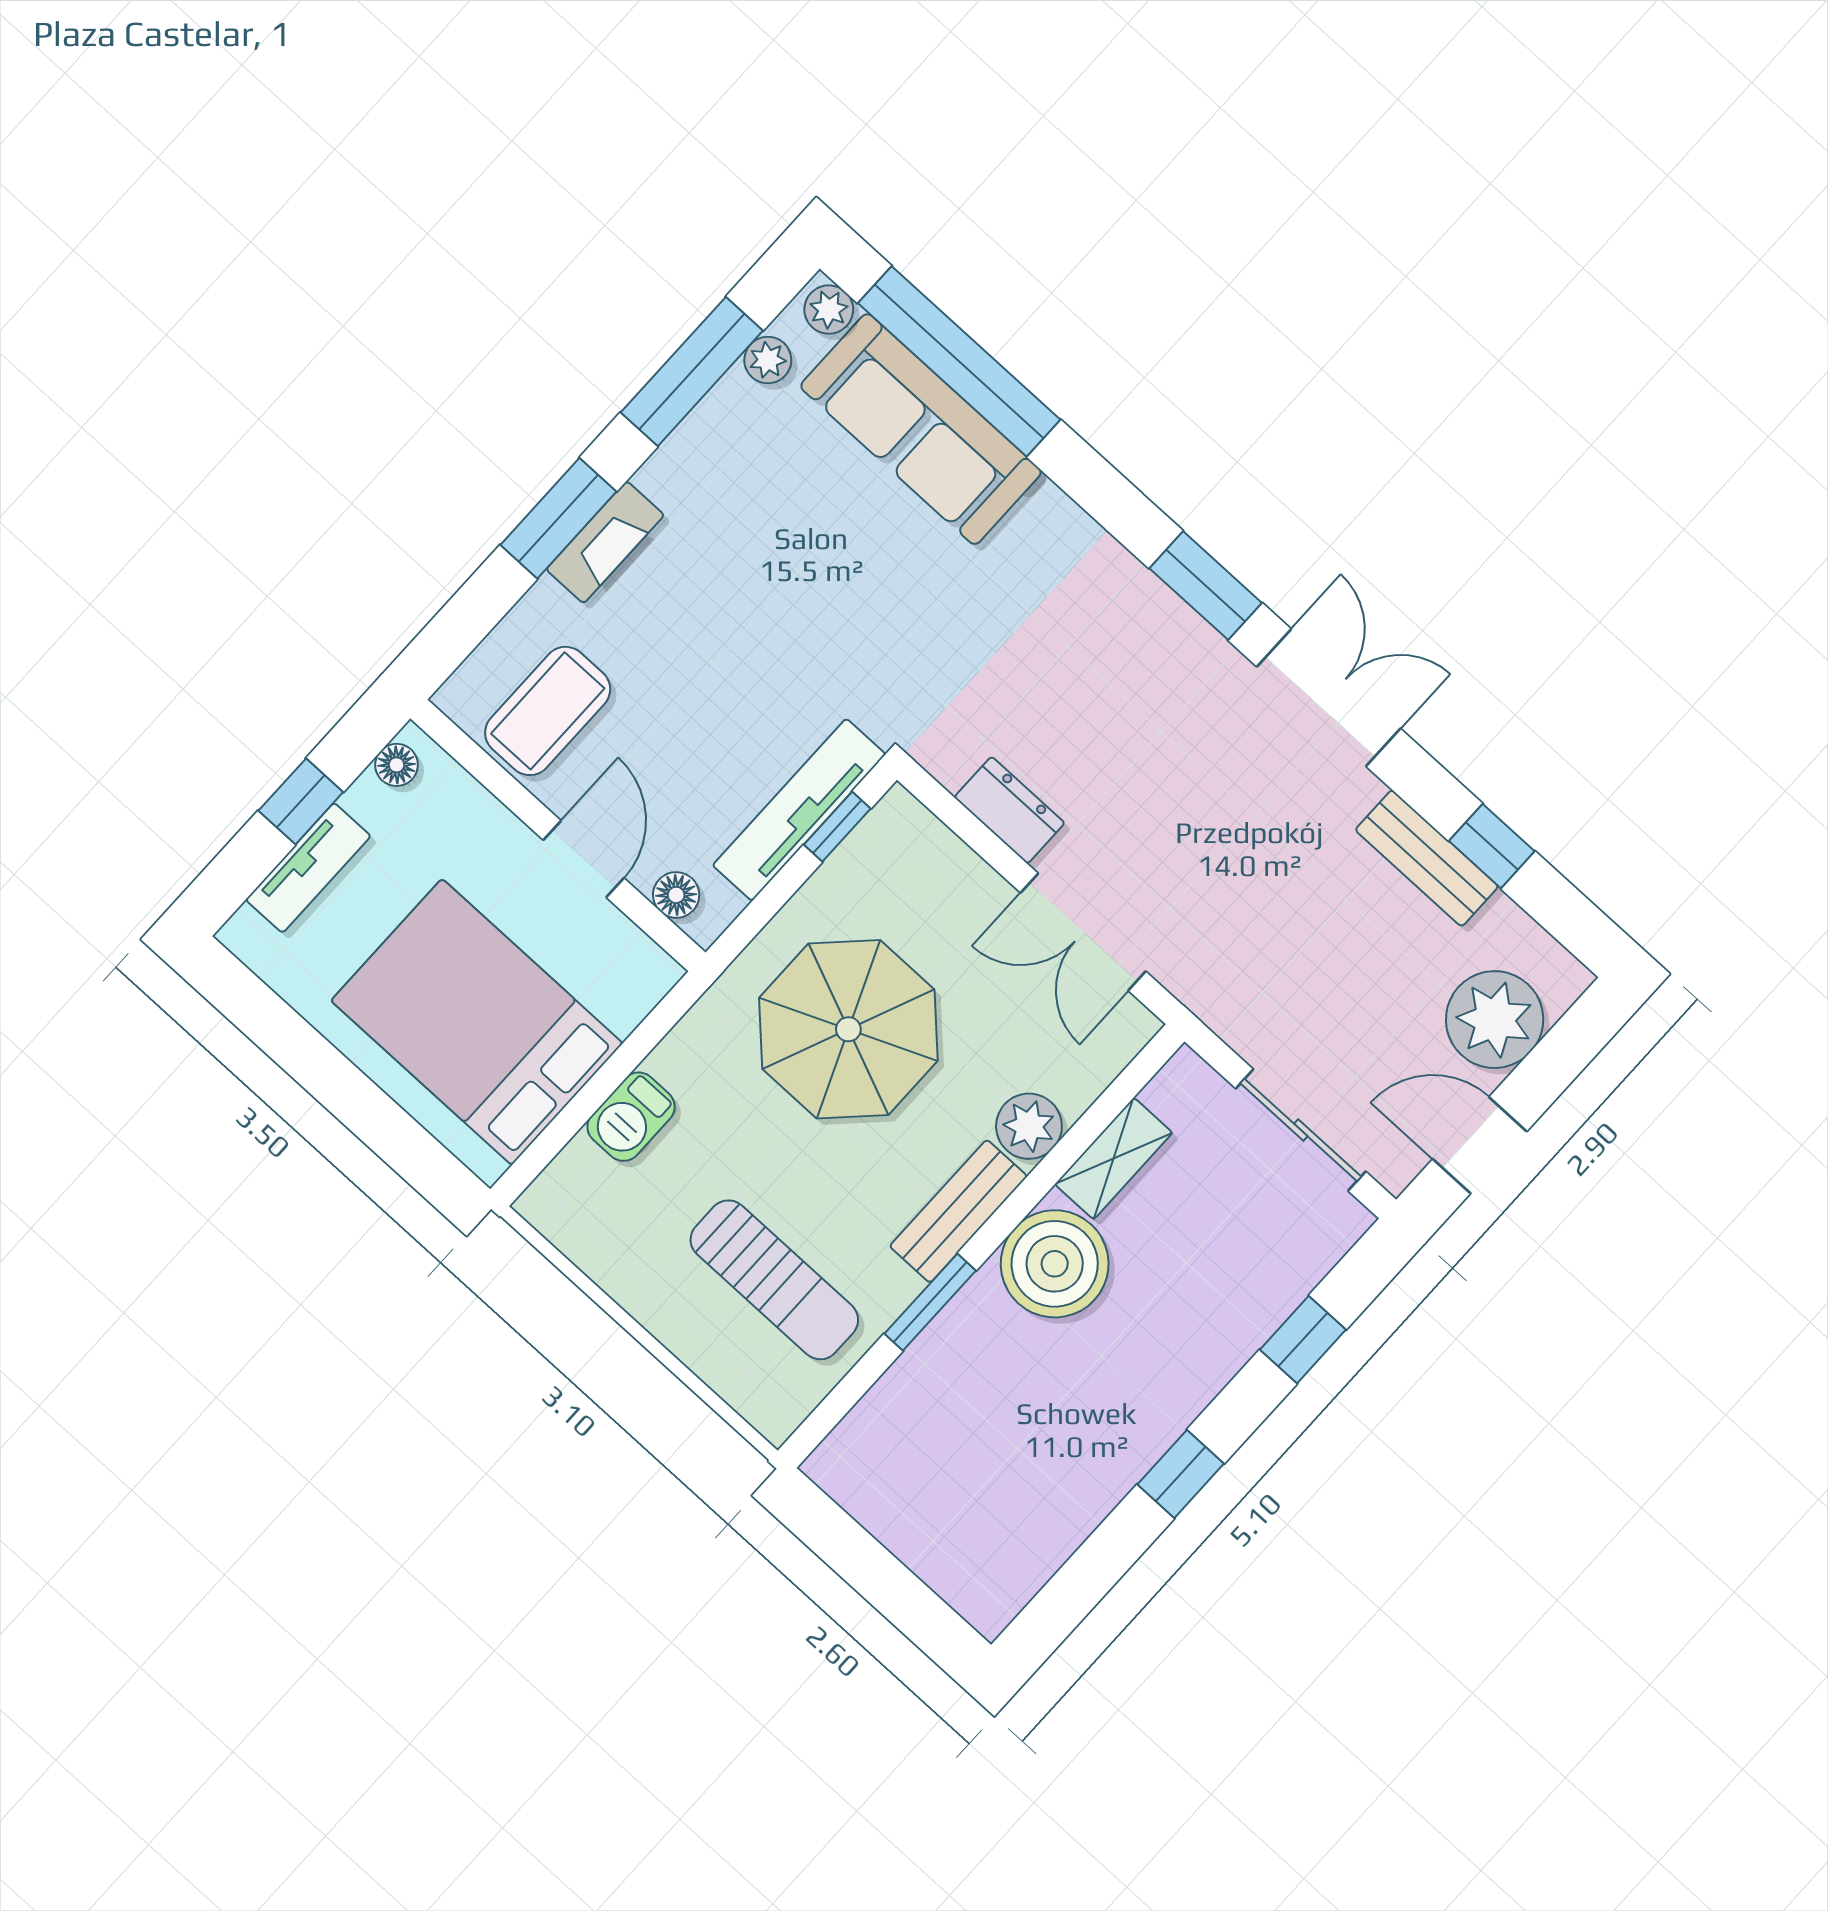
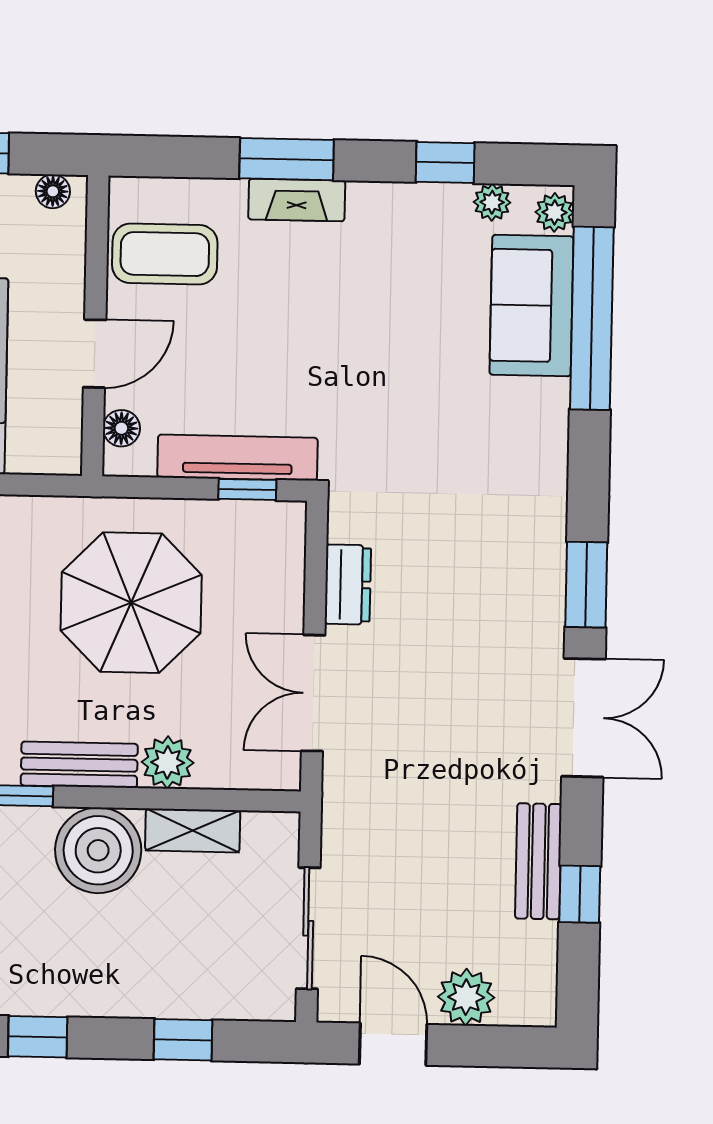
window: (692, 372) -> (445, 162), width x0.46
sofa: (921, 429) -> (531, 306), width x0.73
plant: (1495, 1020) -> (466, 997), width x0.73, depth x0.73

